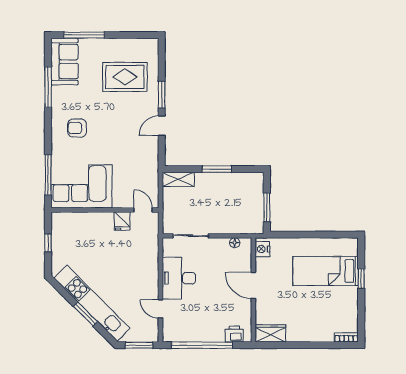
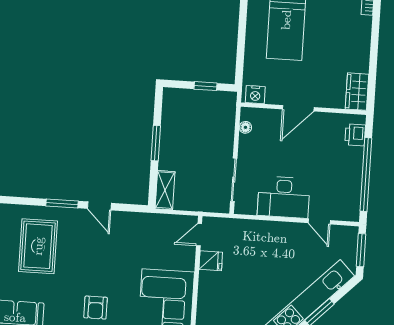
window: (267, 207) -> (205, 86), width x0.67
door: (160, 309) -> (319, 222), hinge flipped

